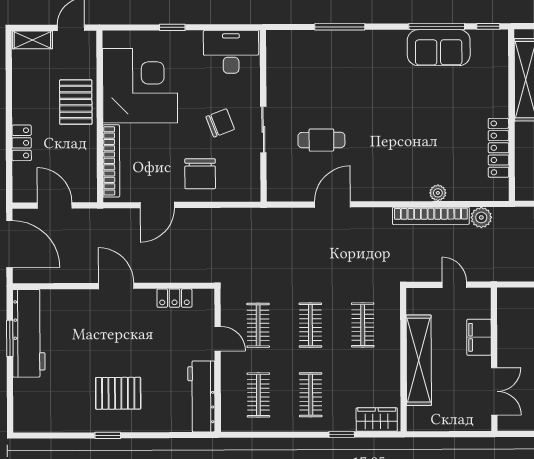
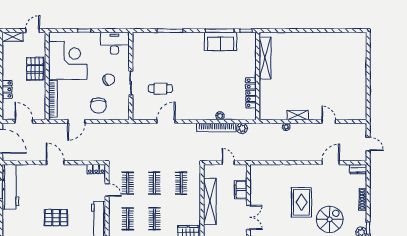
locker: (174, 298) -> (96, 169), moved

